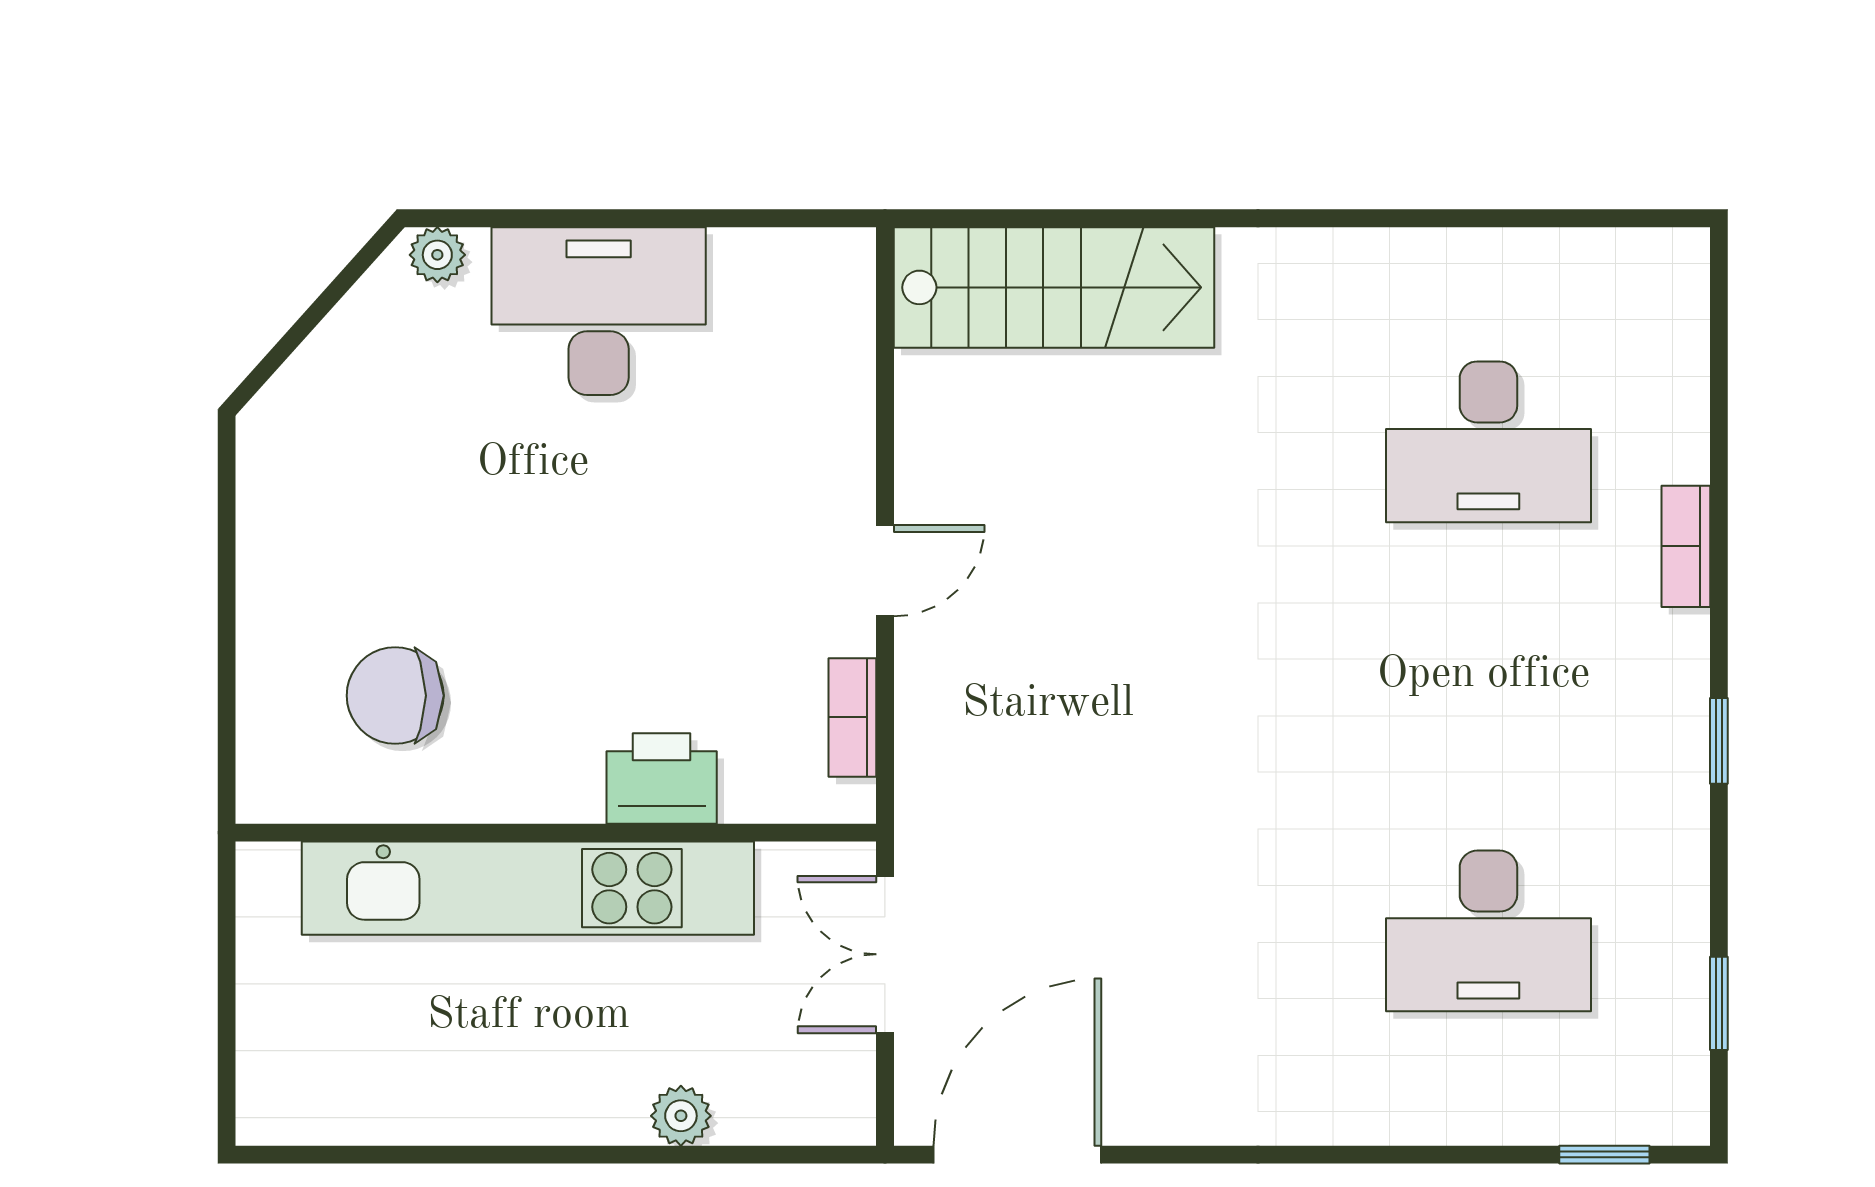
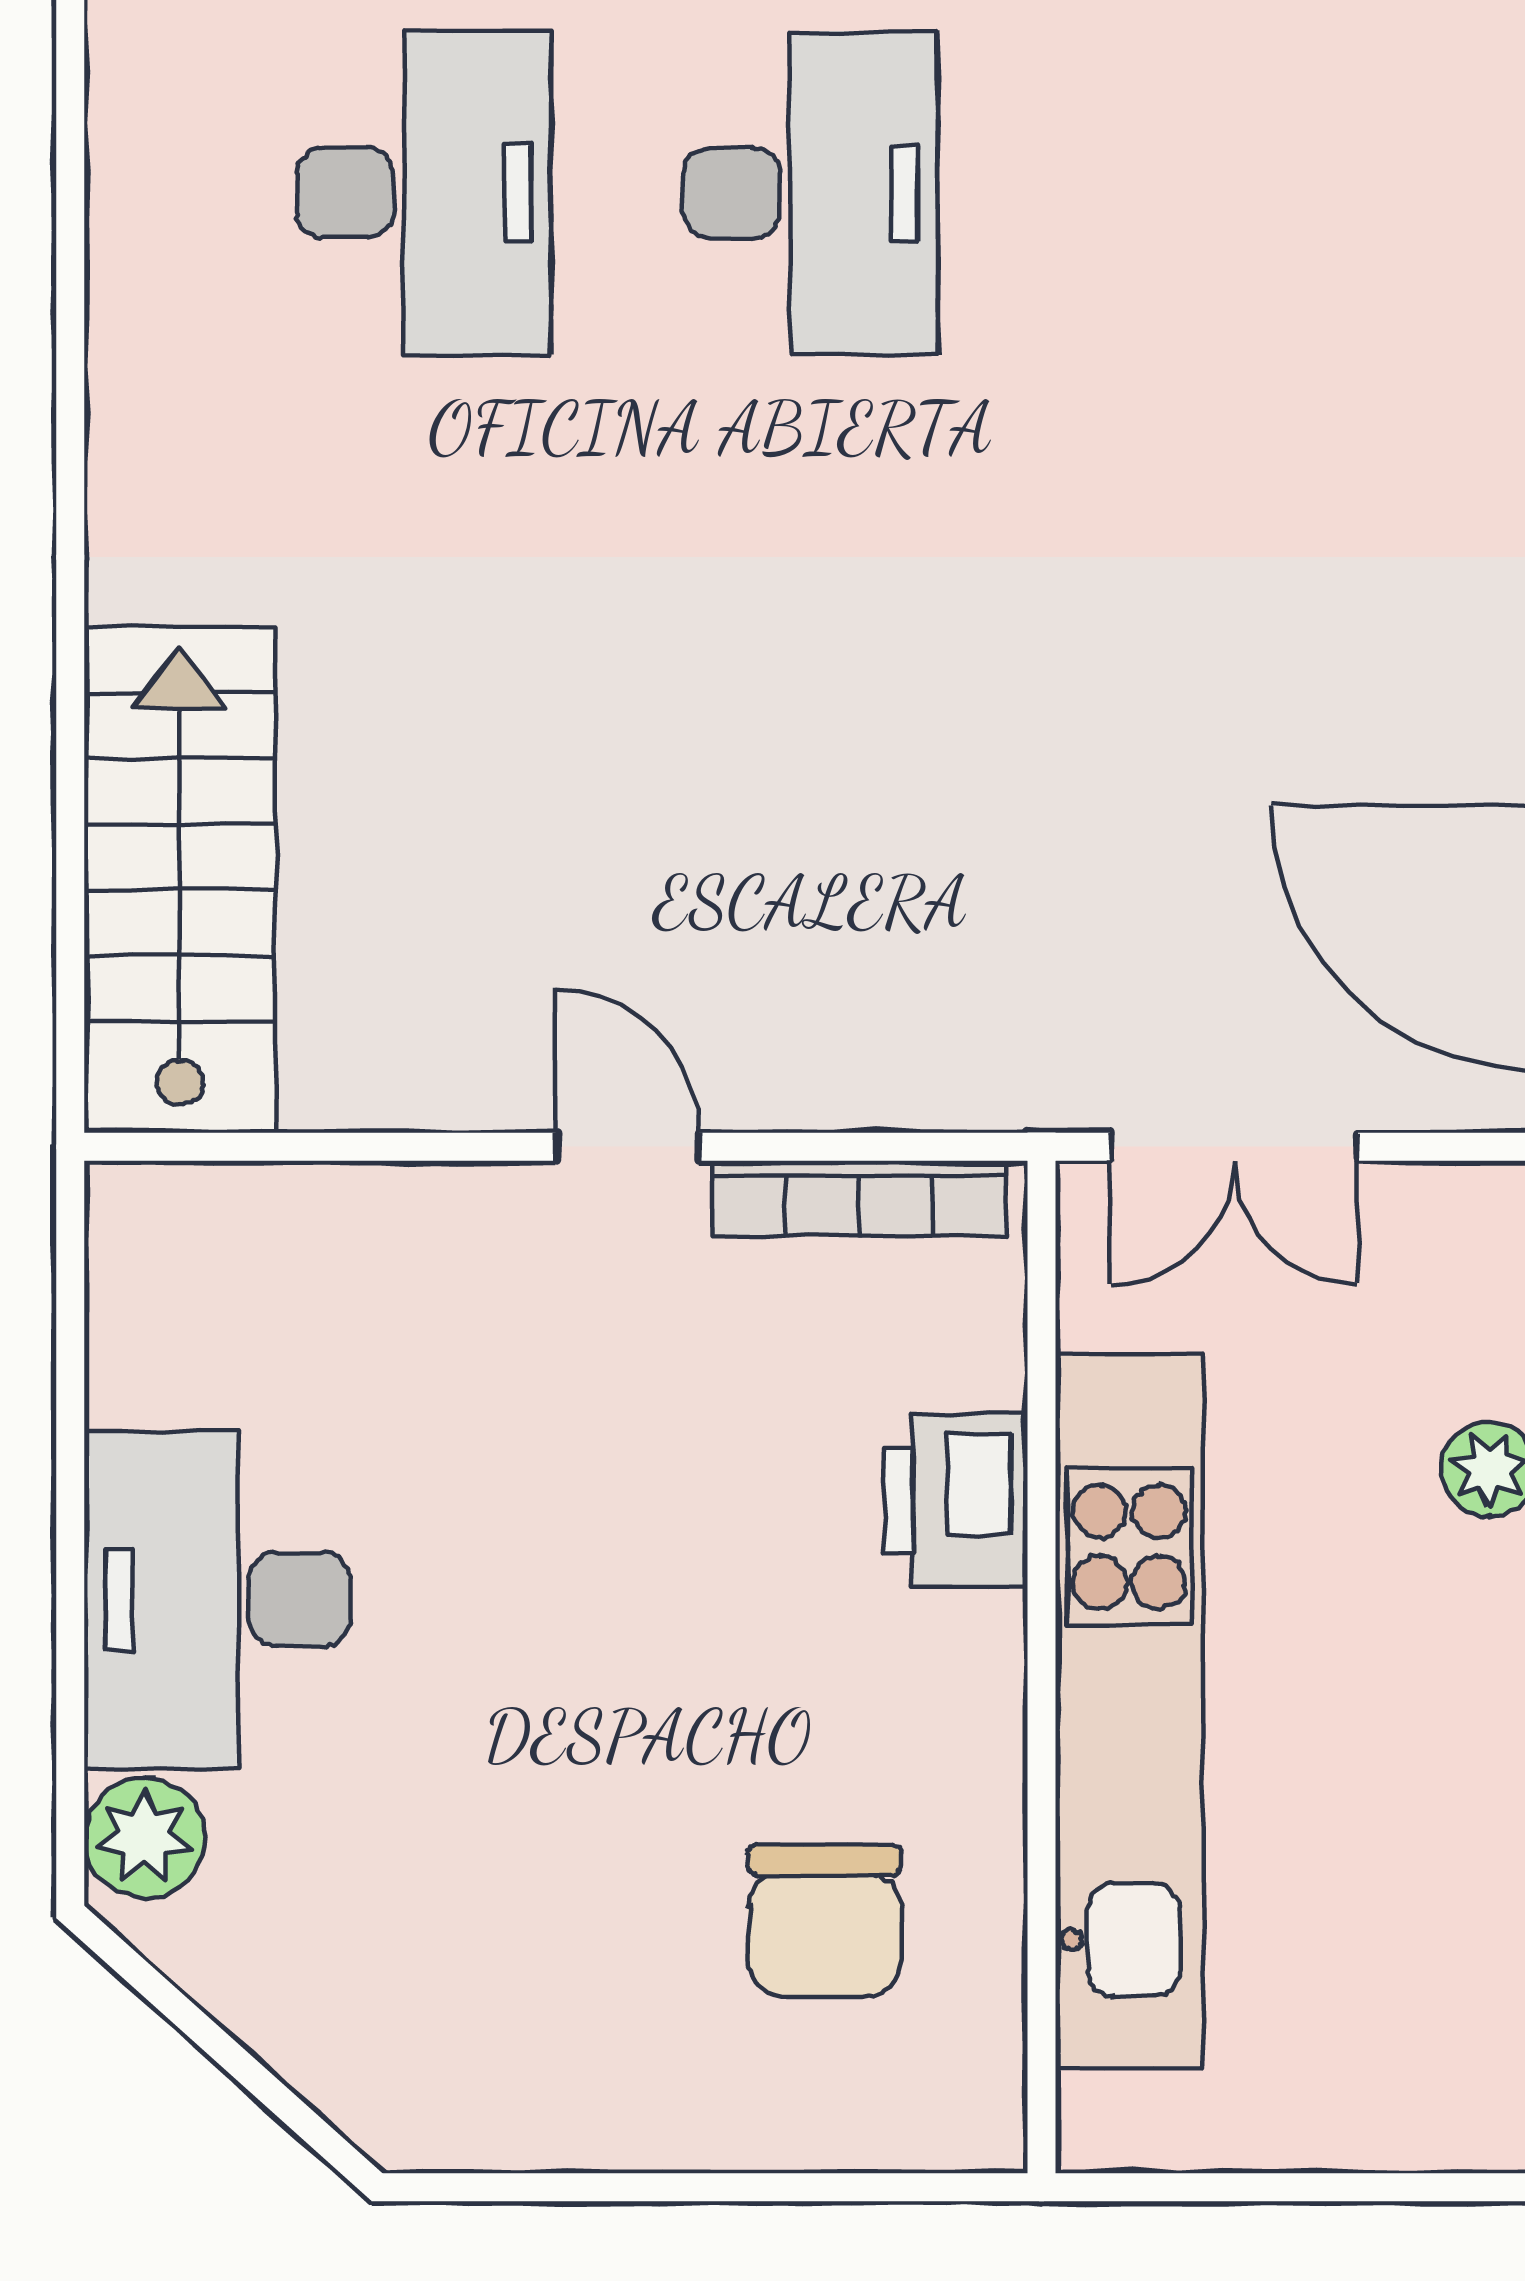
plant: (437, 255) -> (144, 1838), width x1.38, depth x1.38
bookcase: (852, 717) -> (859, 1198), width x1.56
desk: (1488, 931) -> (810, 193), moved

